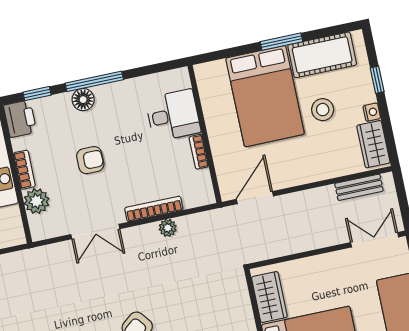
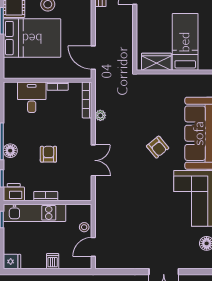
plant: (37, 201) -> (67, 193), removed
bookcase: (154, 209) -> (87, 100), moved

